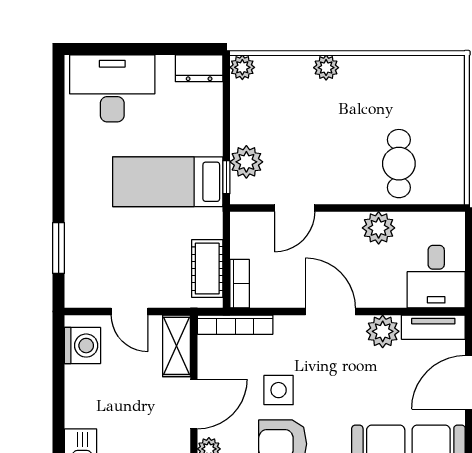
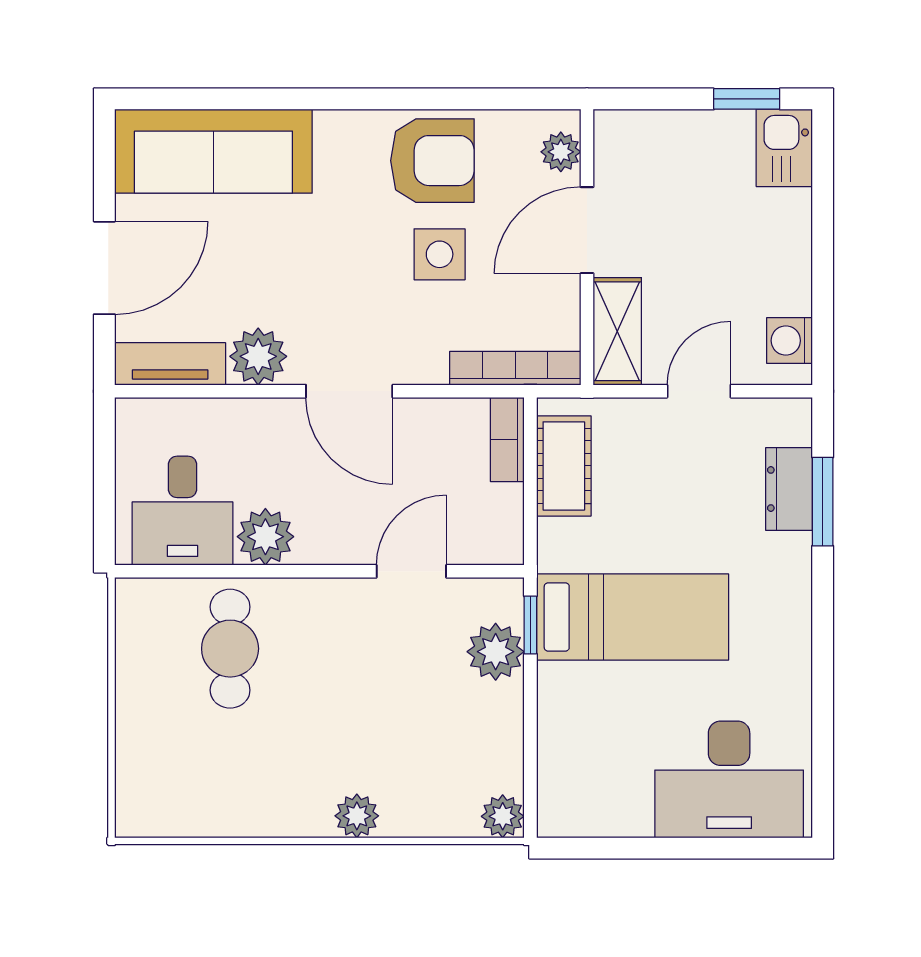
dresser: (199, 68) -> (789, 489), moved, turned -90
desk: (436, 277) -> (183, 511), moved, turned 180
door: (130, 311) -> (699, 391), hinge flipped
washing machine: (83, 346) -> (789, 341), width x0.73, depth x0.73

